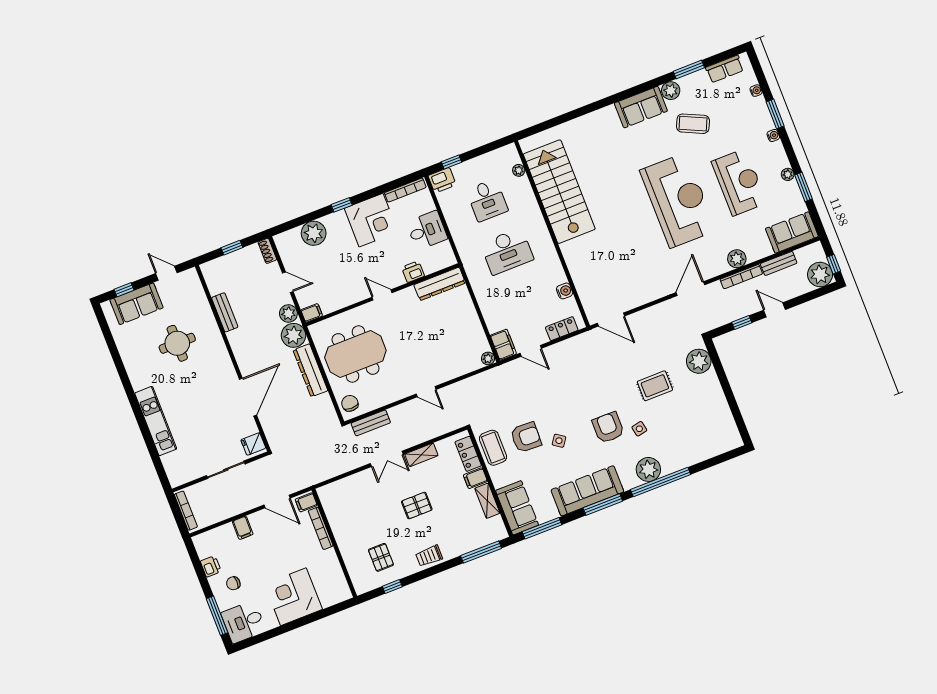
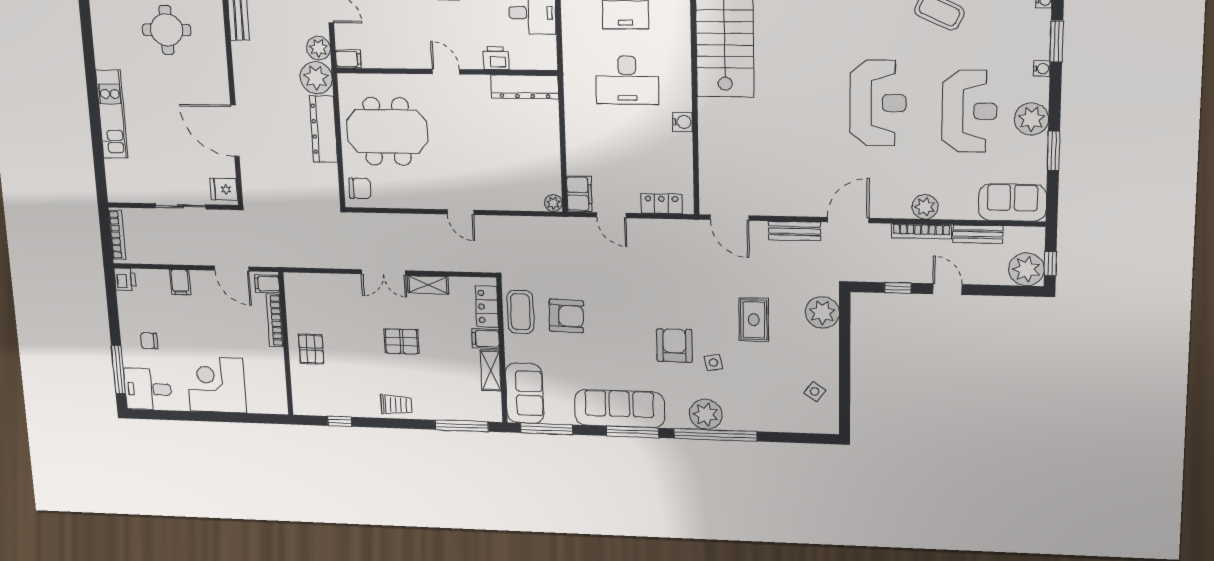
plant: (788, 174) -> (1031, 119), width x1.87, depth x1.87
reception desk: (678, 200) -> (878, 103), width x0.74, depth x0.77
water cooler: (565, 291) -> (682, 122), moved
rug: (655, 386) -> (754, 320), turned 90
door: (248, 397) -> (235, 131), swing flipped
chair: (350, 403) -> (360, 188), turned 90
bench: (371, 423) -> (795, 231), moved
side table: (559, 441) -> (815, 392), moved
trolley: (429, 556) -> (396, 405), turned 180
pallet: (381, 557) -> (311, 349), moved
printer: (211, 566) -> (125, 279), moved

